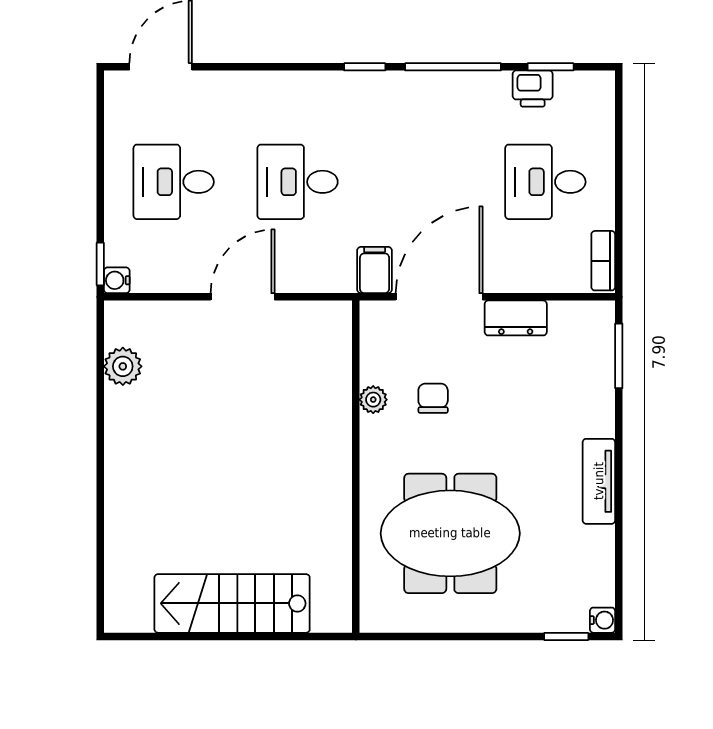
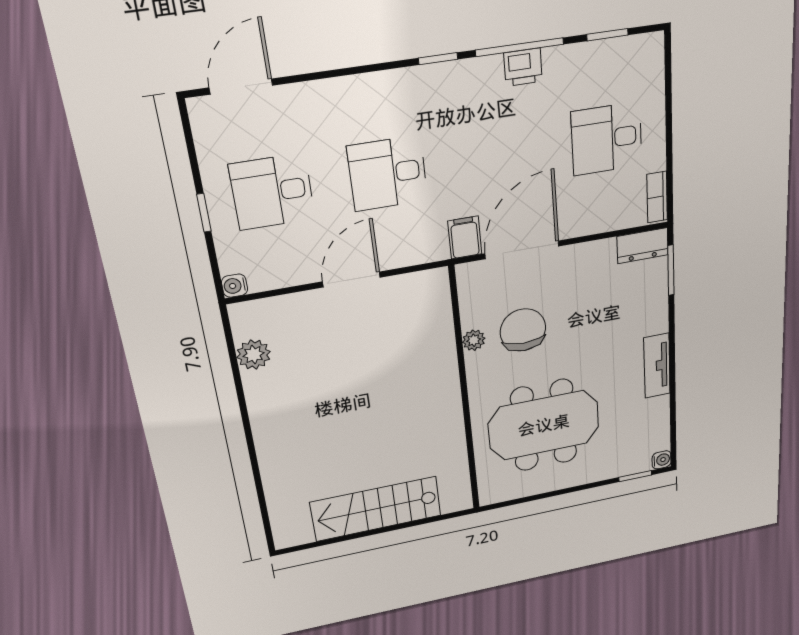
printer: (533, 89) -> (523, 67), moved
window: (100, 264) -> (204, 213), moved
dresser: (516, 318) -> (643, 246), moved
chair: (433, 398) -> (523, 330), width x1.87, depth x1.87

